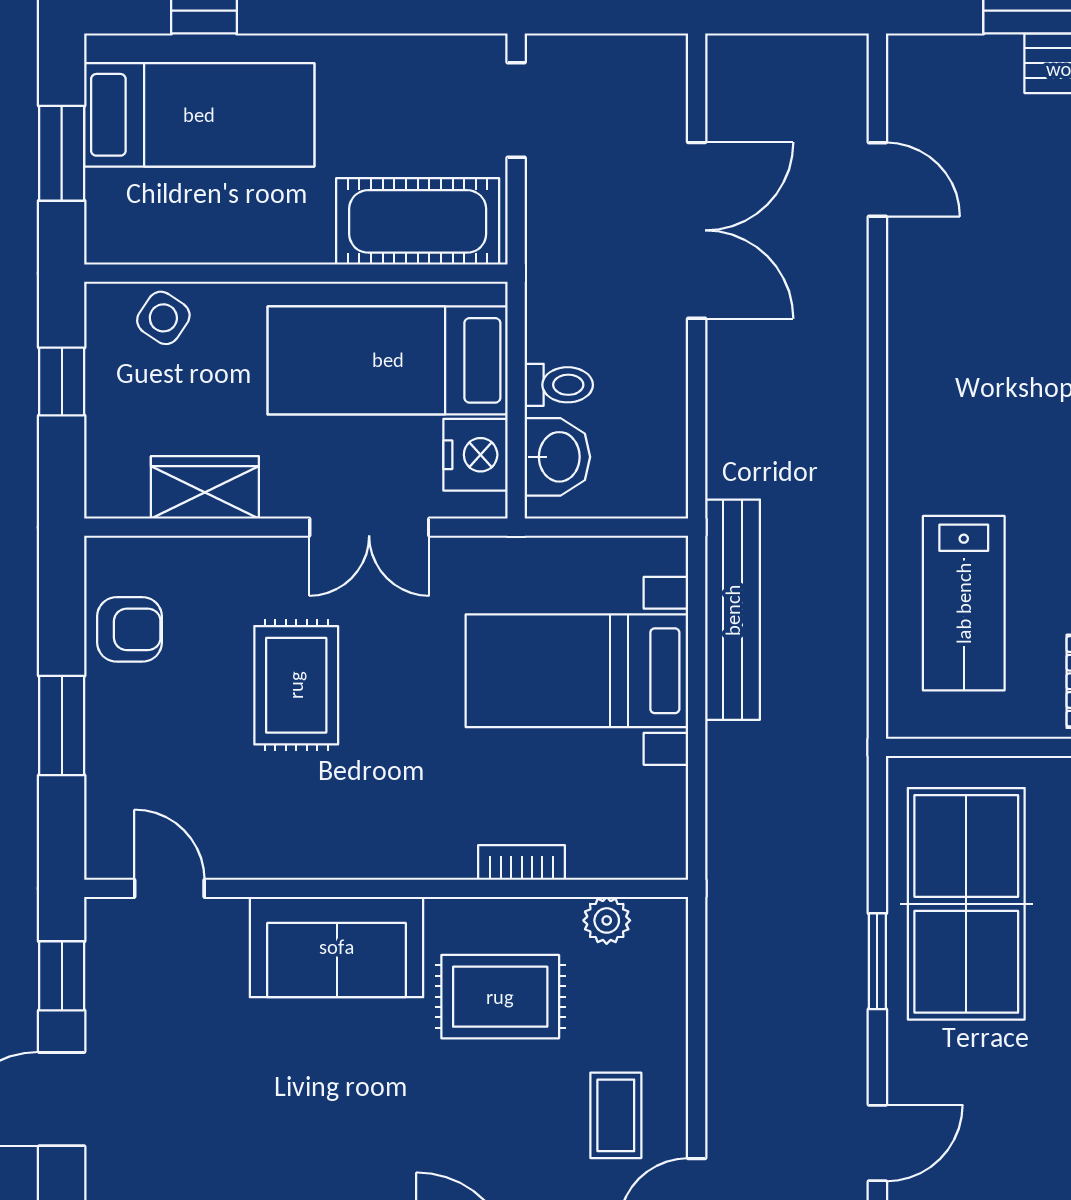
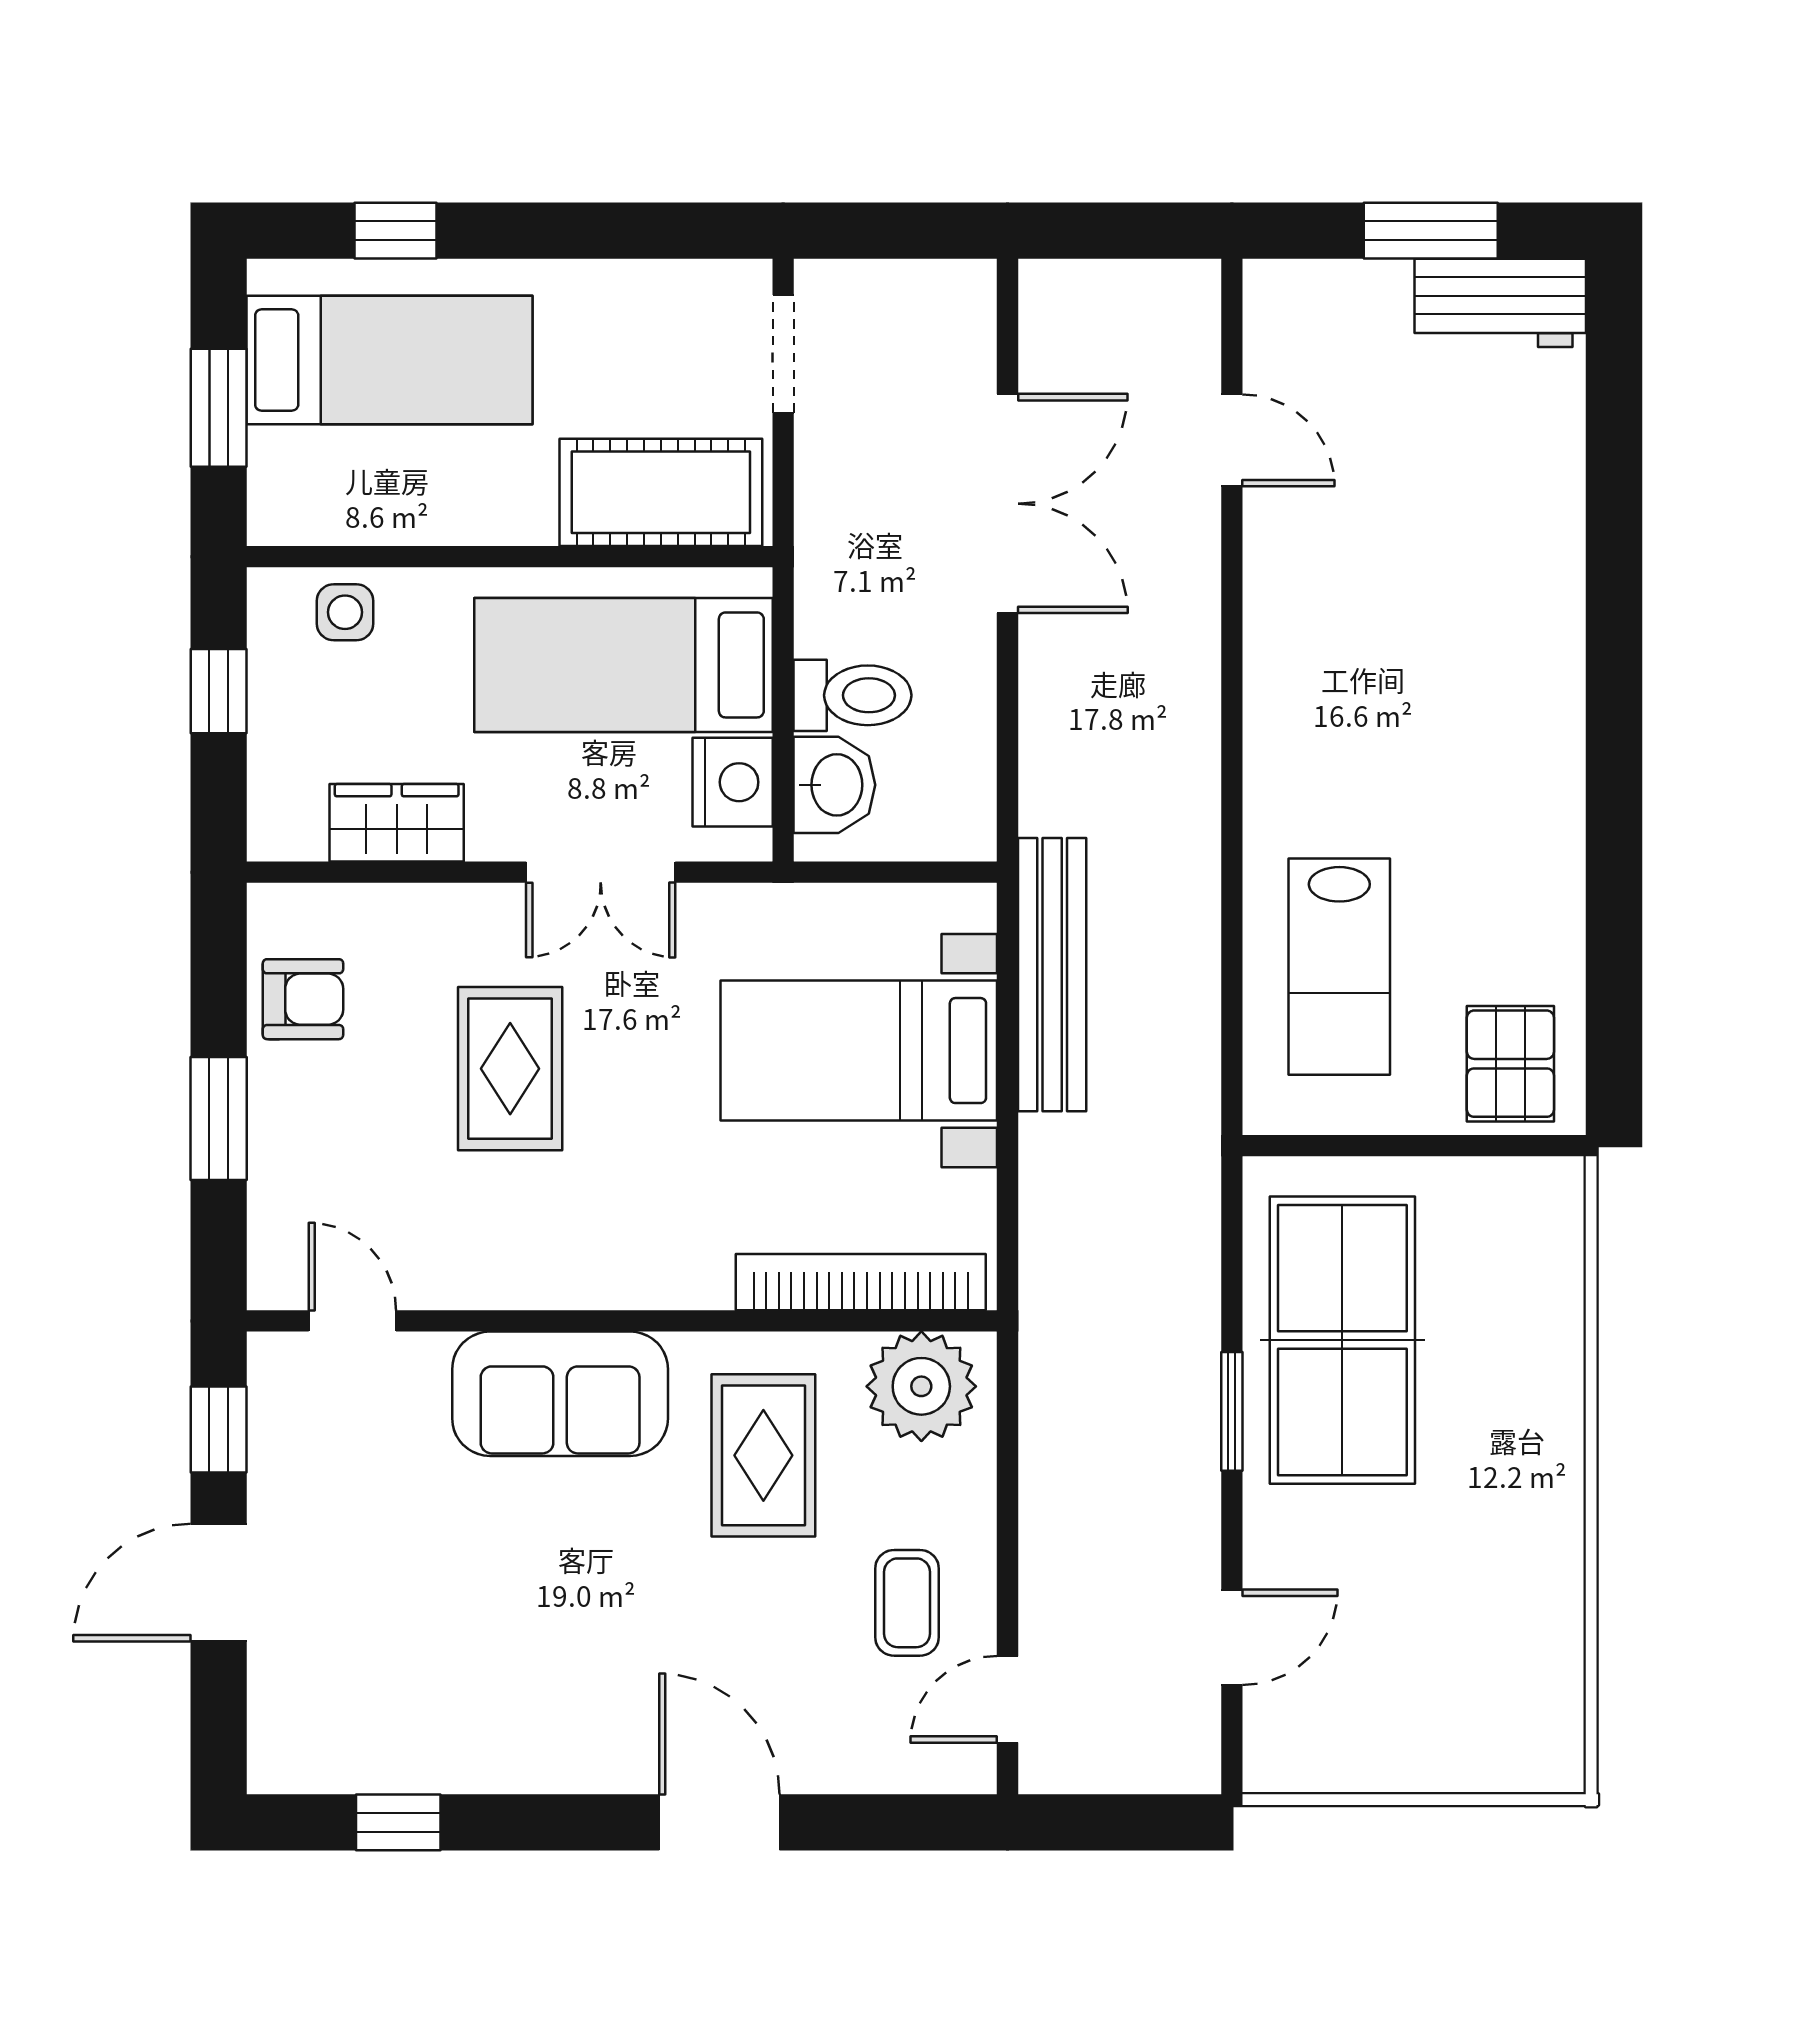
side table: (163, 318) -> (345, 612), turned -34
toilet: (559, 385) -> (852, 695), width x1.37, depth x1.39
bookcase: (522, 863) -> (861, 1282), width x2.31, depth x1.31
plant: (607, 920) -> (921, 1386), width x1.88, depth x1.88
rug: (500, 997) -> (763, 1455), turned 90

